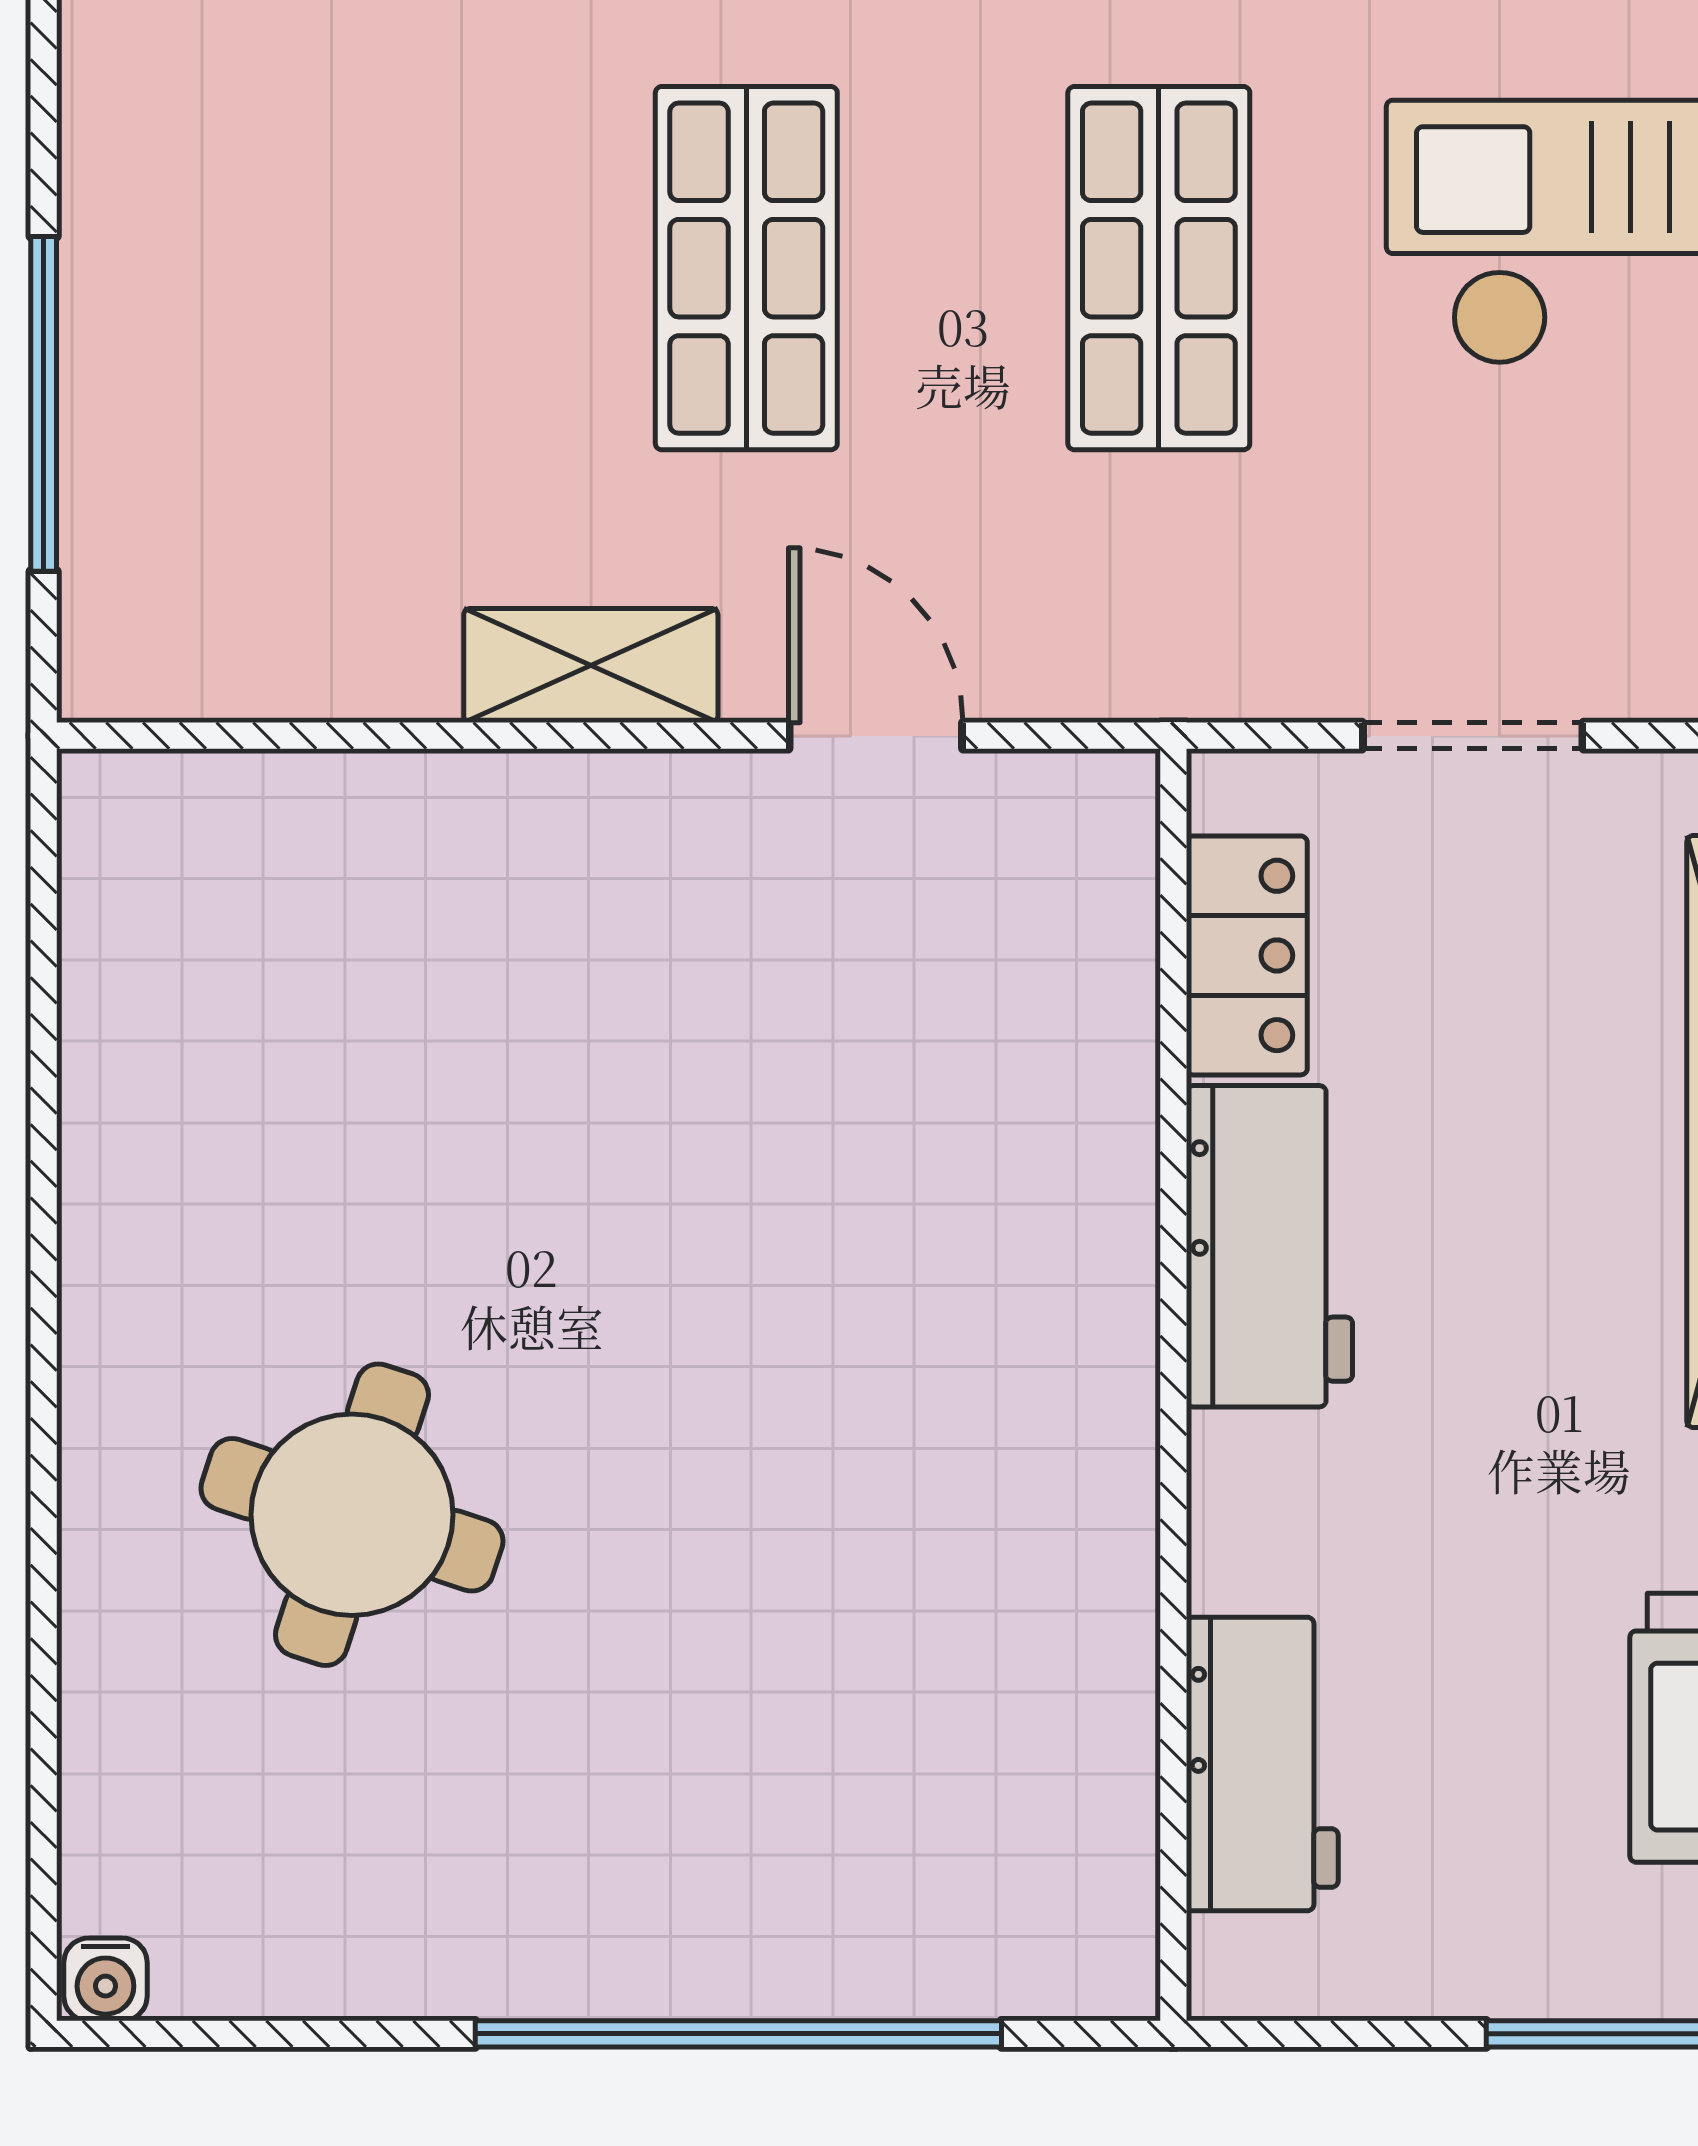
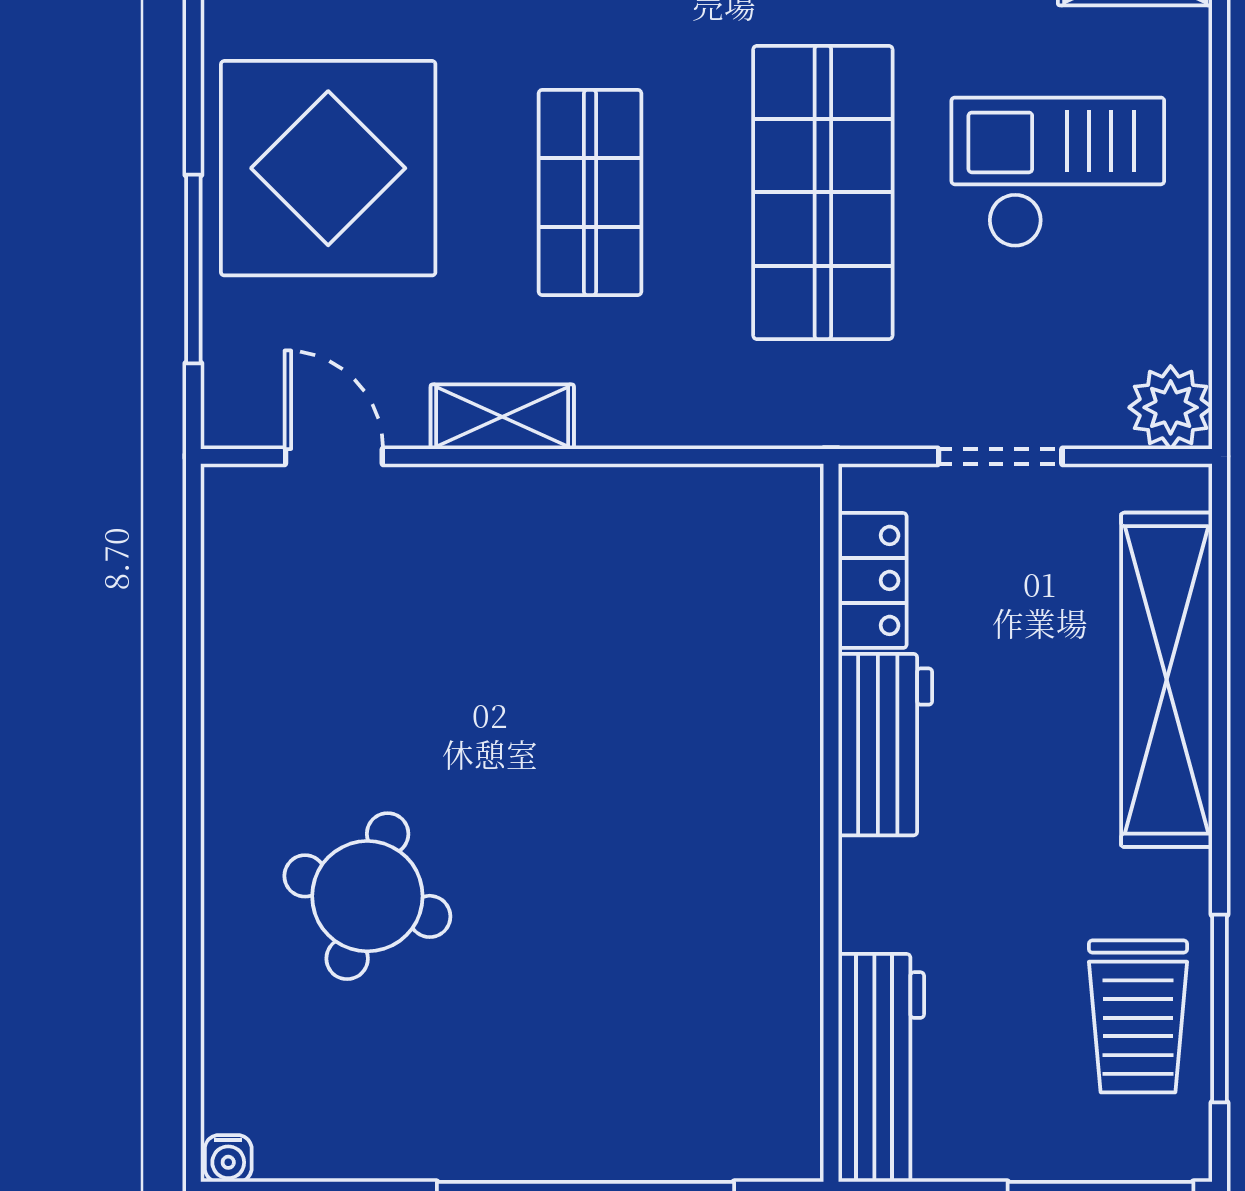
display table: (282, 225) -> (328, 168), added
shop shelf: (1159, 268) -> (823, 192), width x1.43, depth x1.36
door: (876, 736) -> (334, 456), moved
workbench: (1262, 1764) -> (881, 1068), width x1.38

